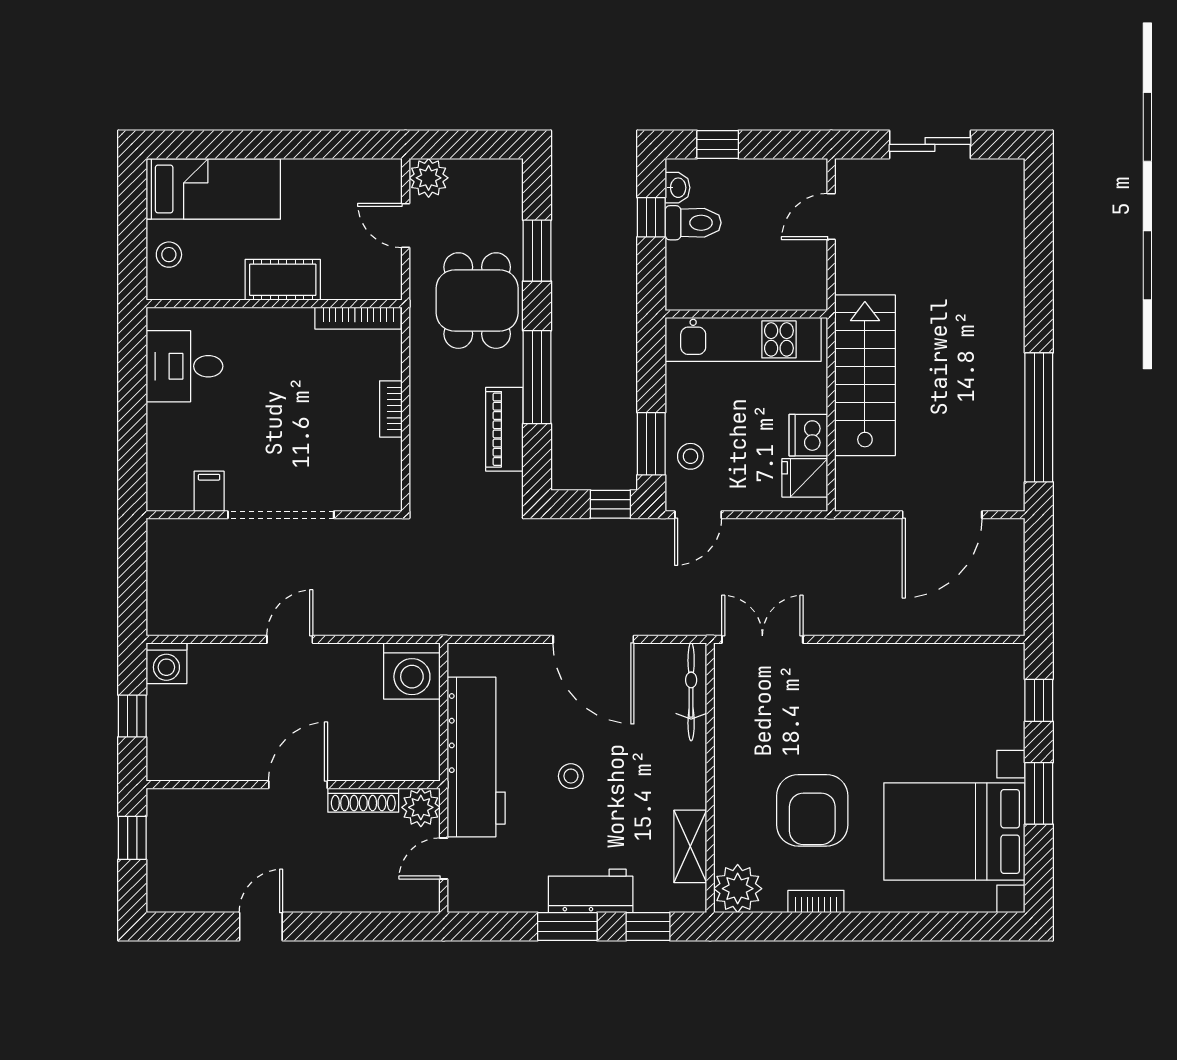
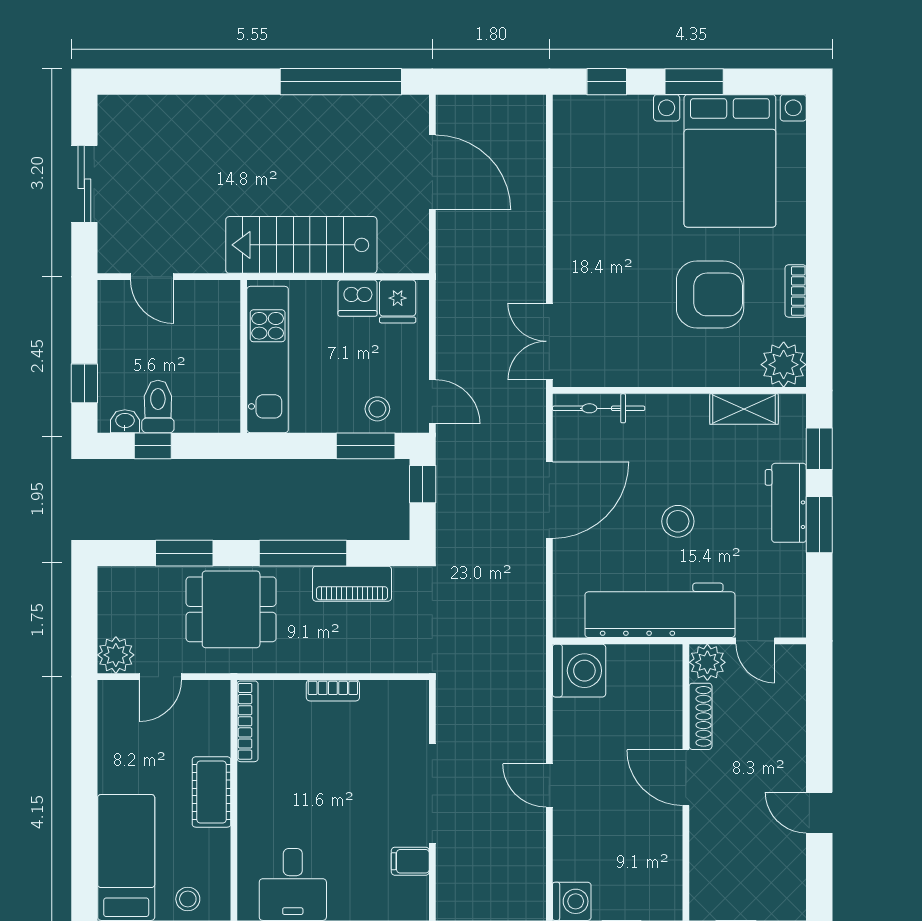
stool: (571, 776) -> (678, 521), width x1.37, depth x1.37

